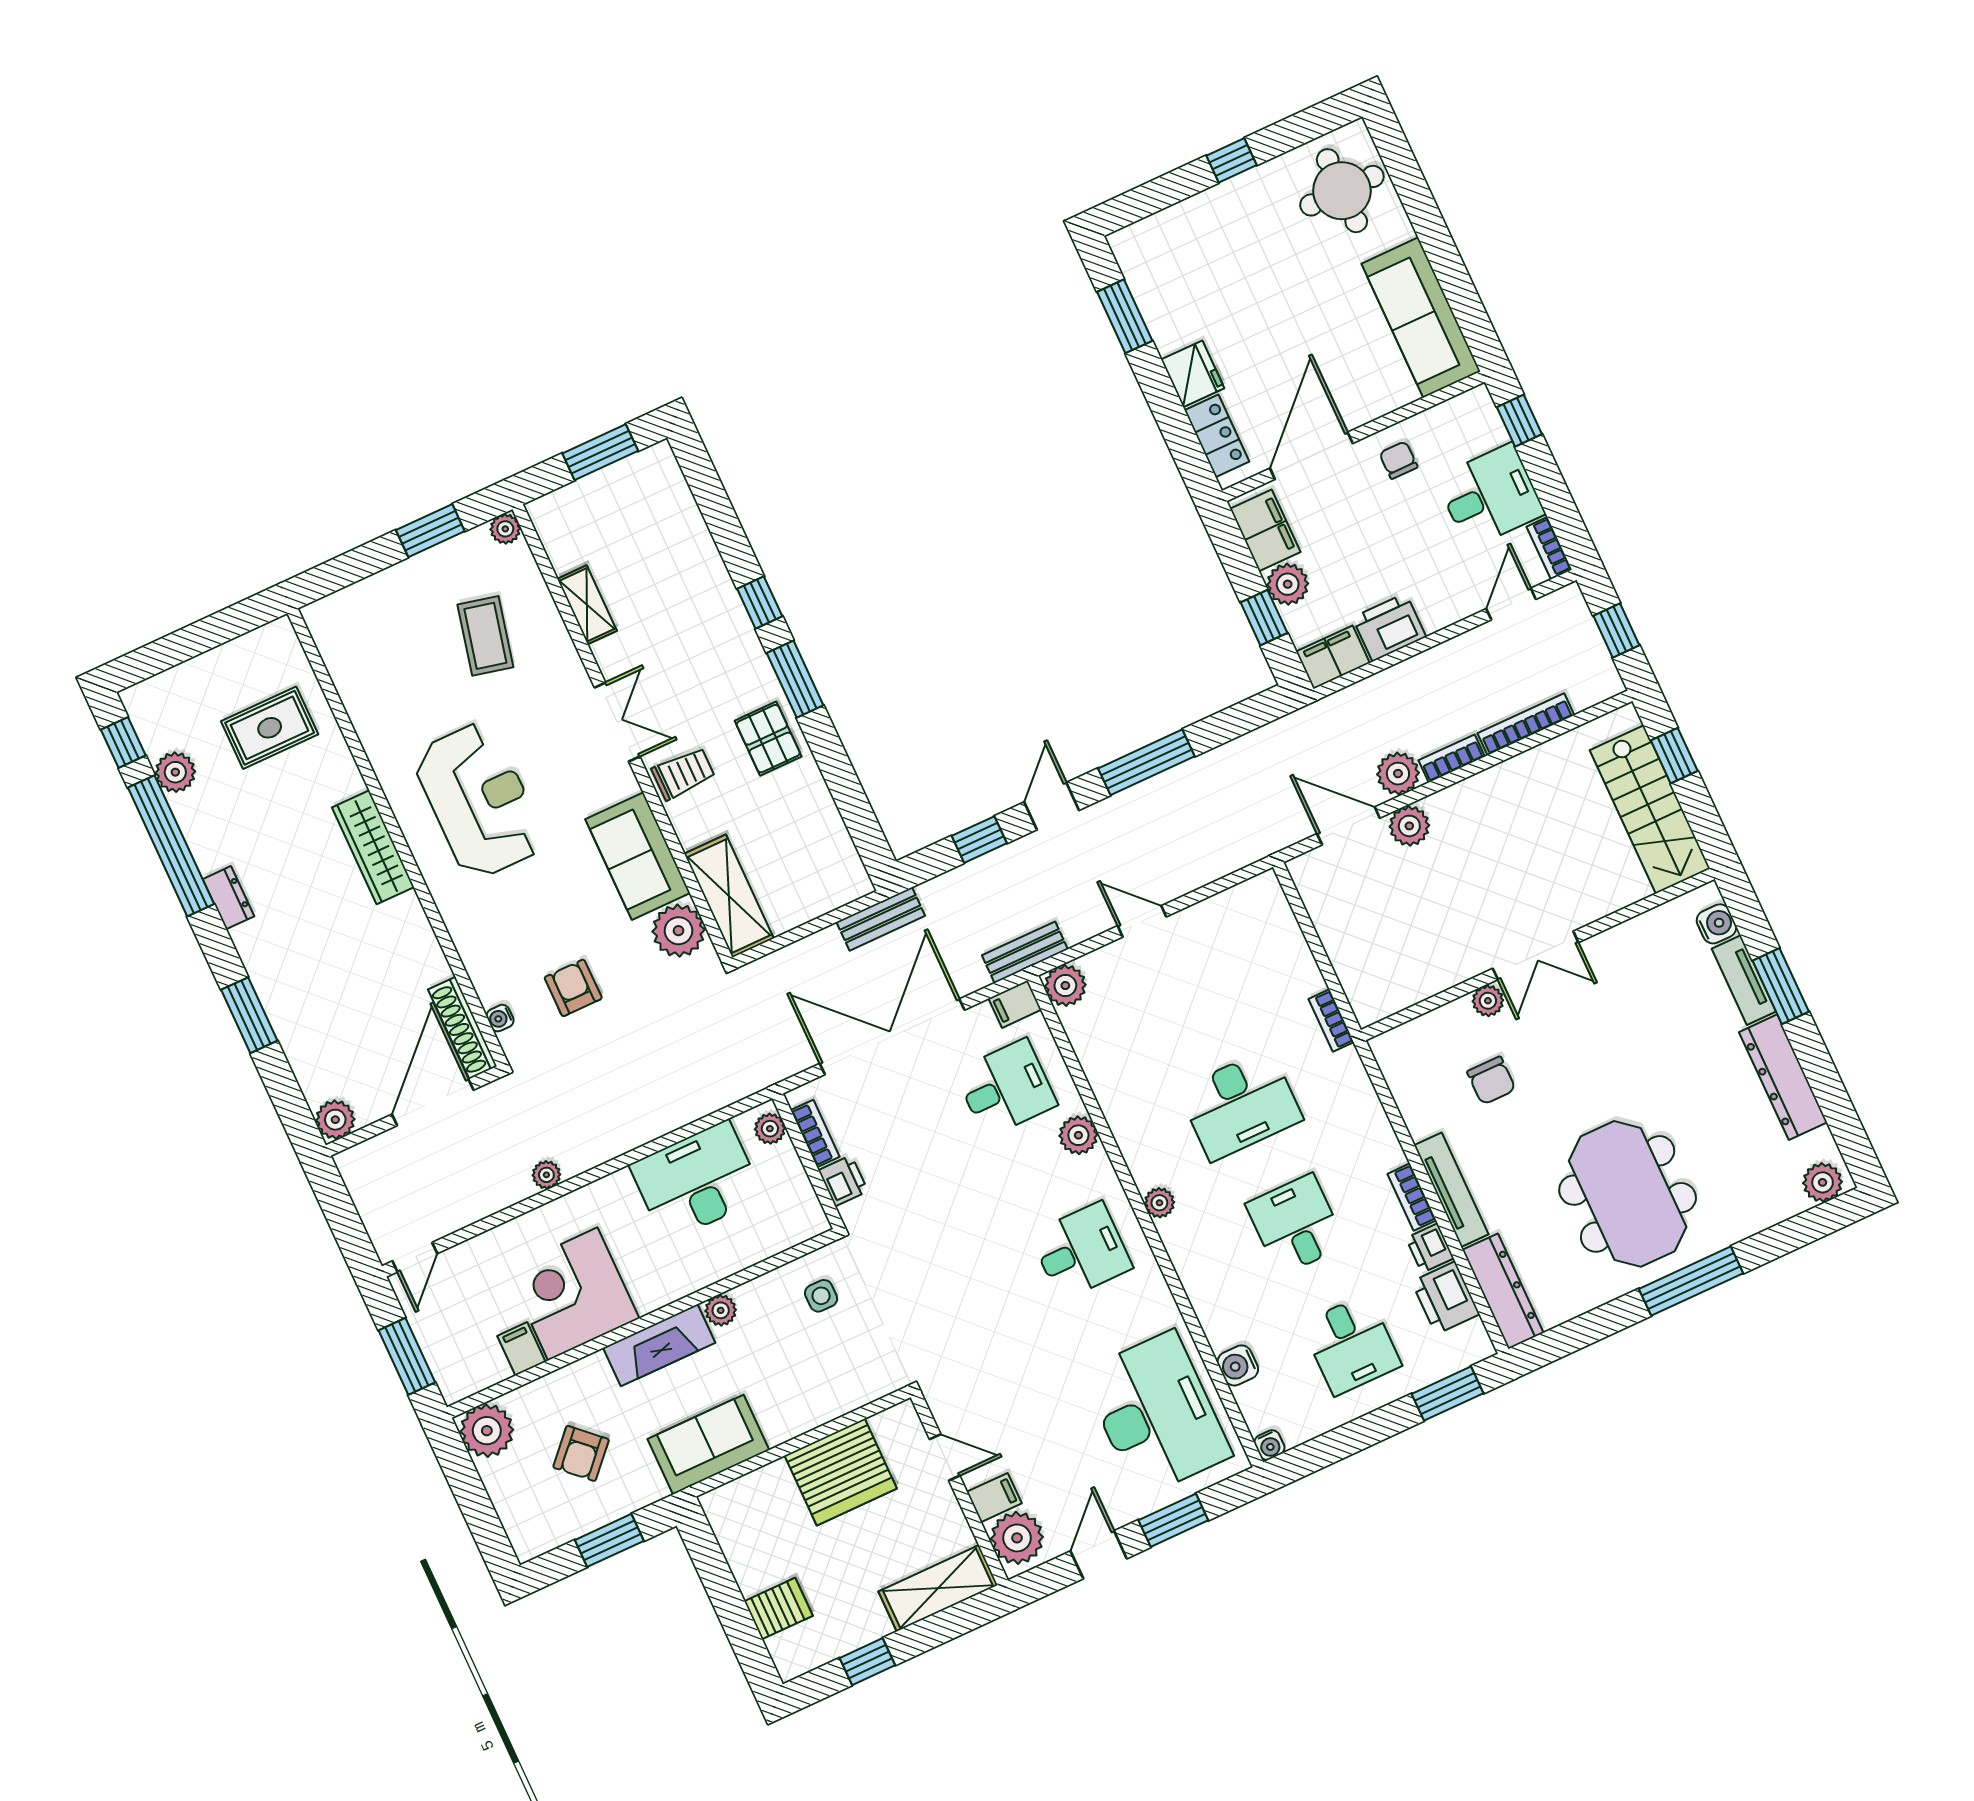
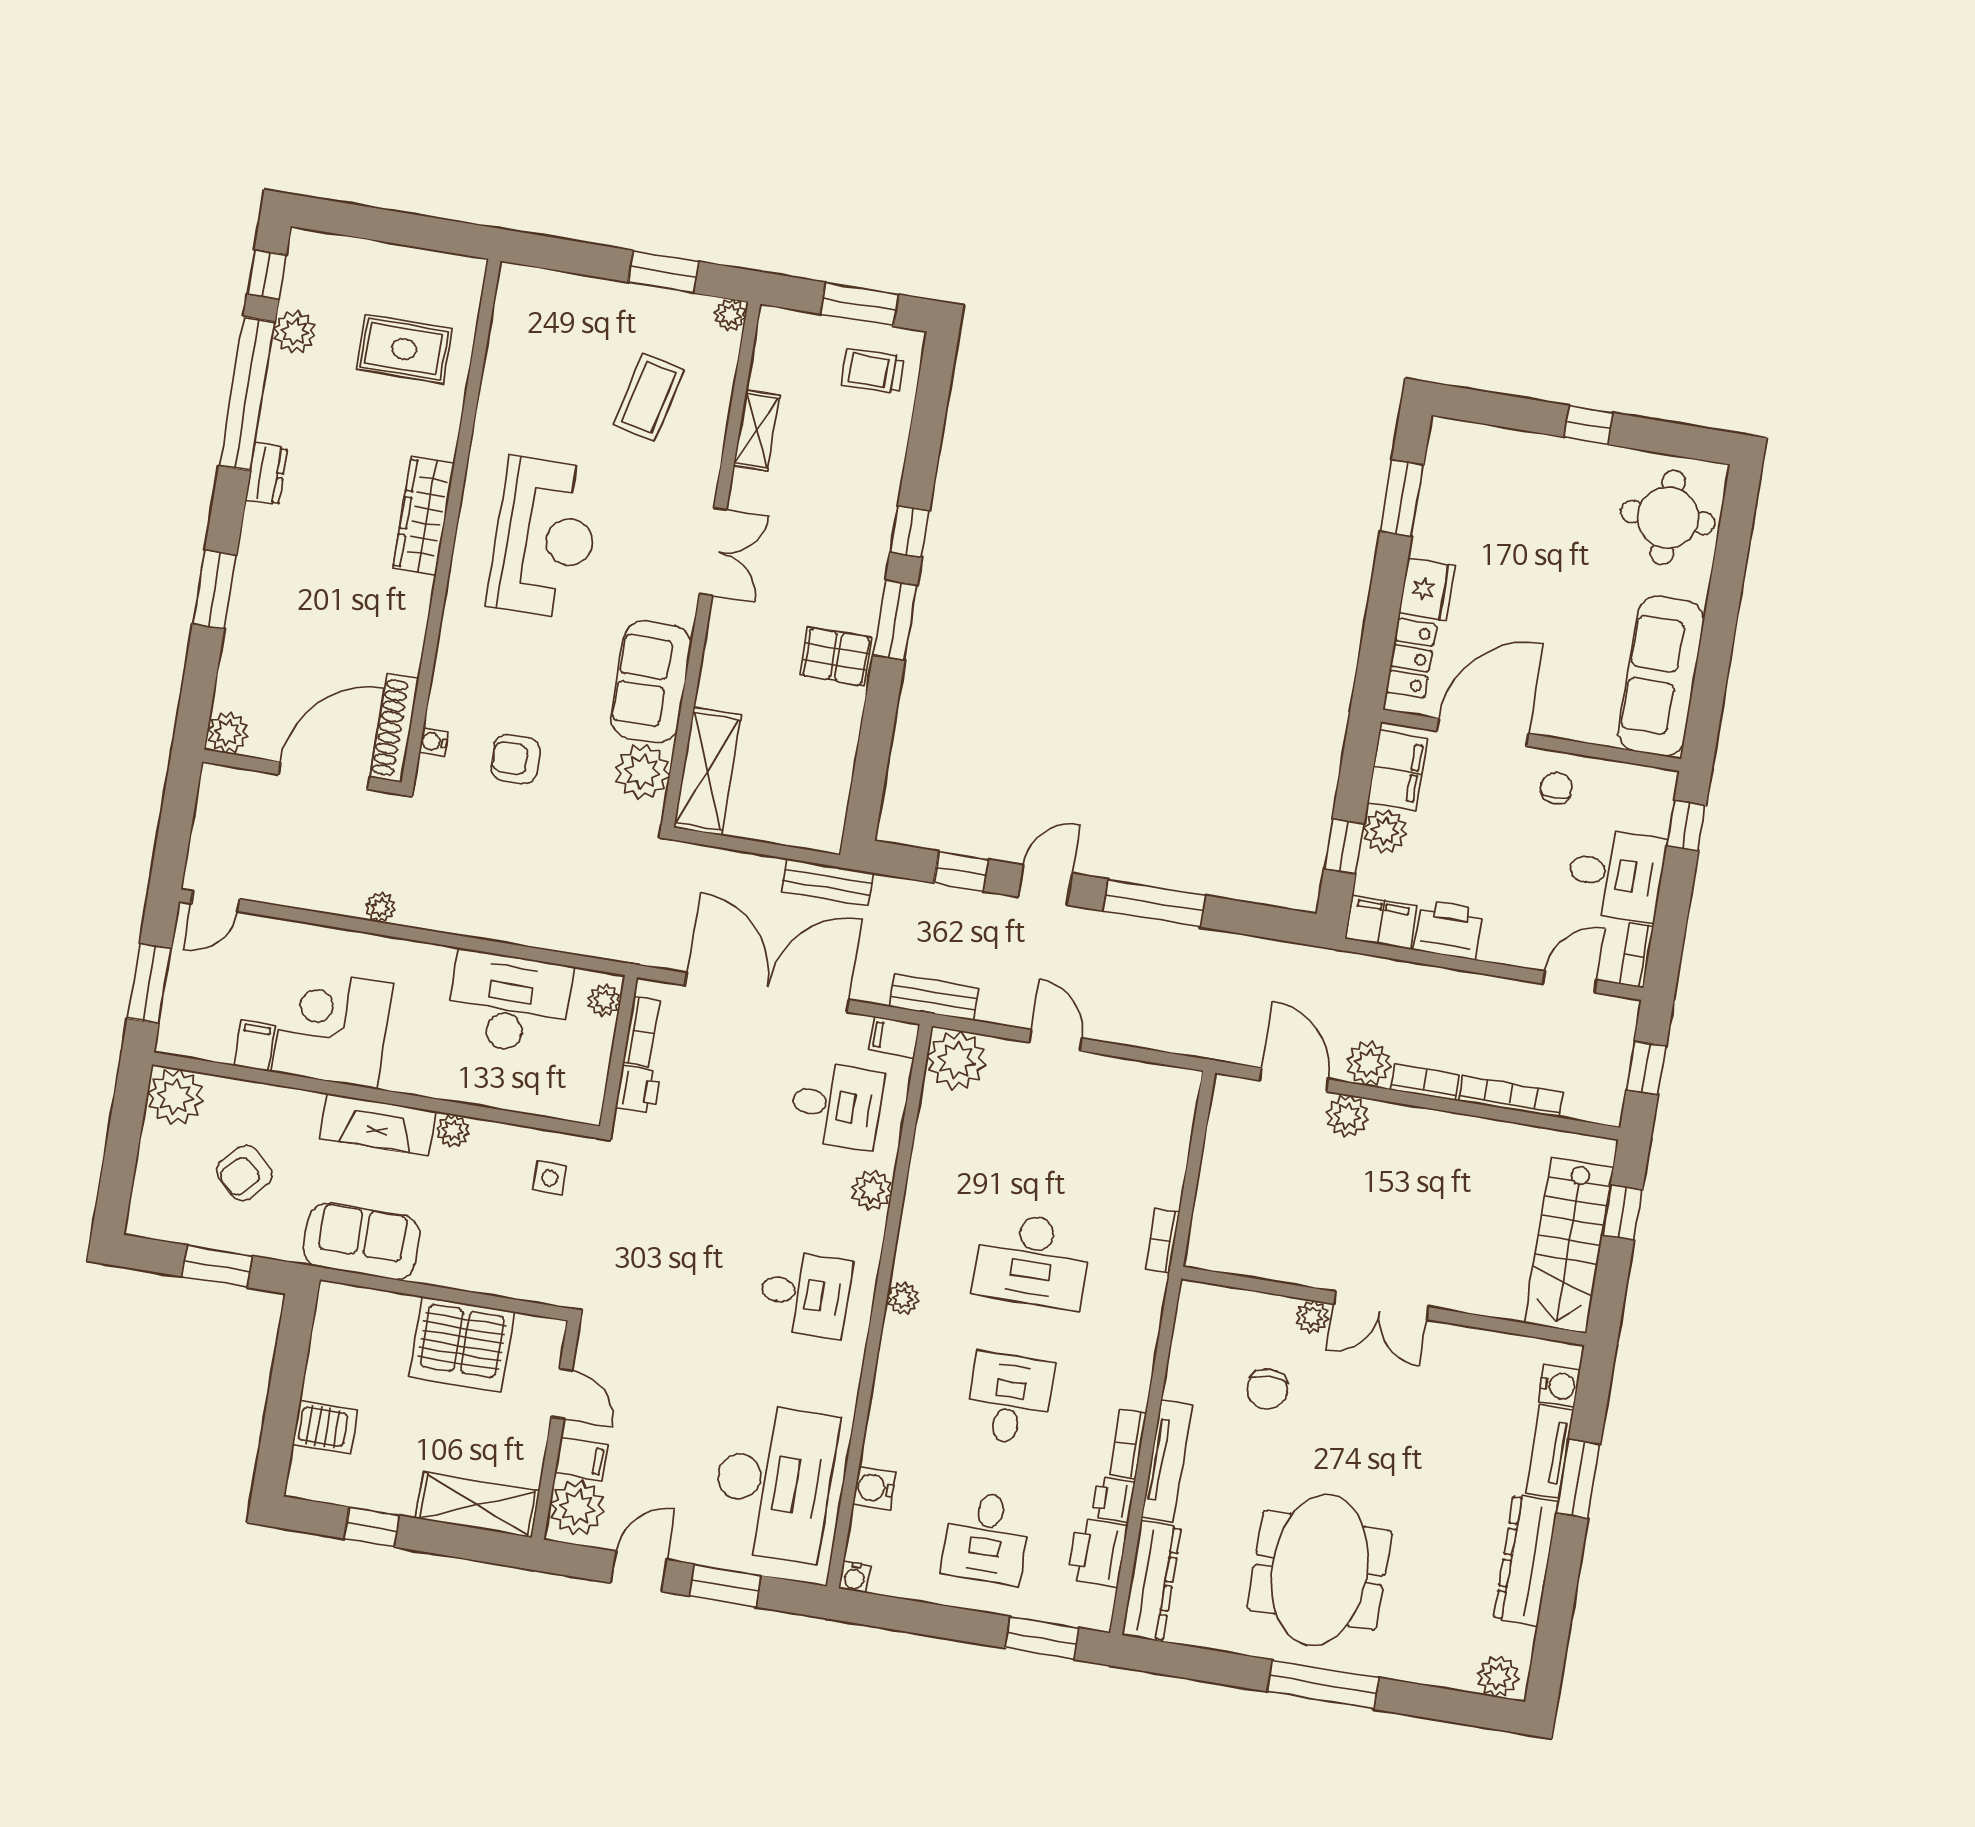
pallet: (768, 739) -> (836, 656), turned 90
trolley: (683, 773) -> (873, 371), moved, turned 180
plant: (1065, 986) -> (956, 1060), width x1.36, depth x1.36
armchair: (573, 988) -> (516, 759), turned -90

